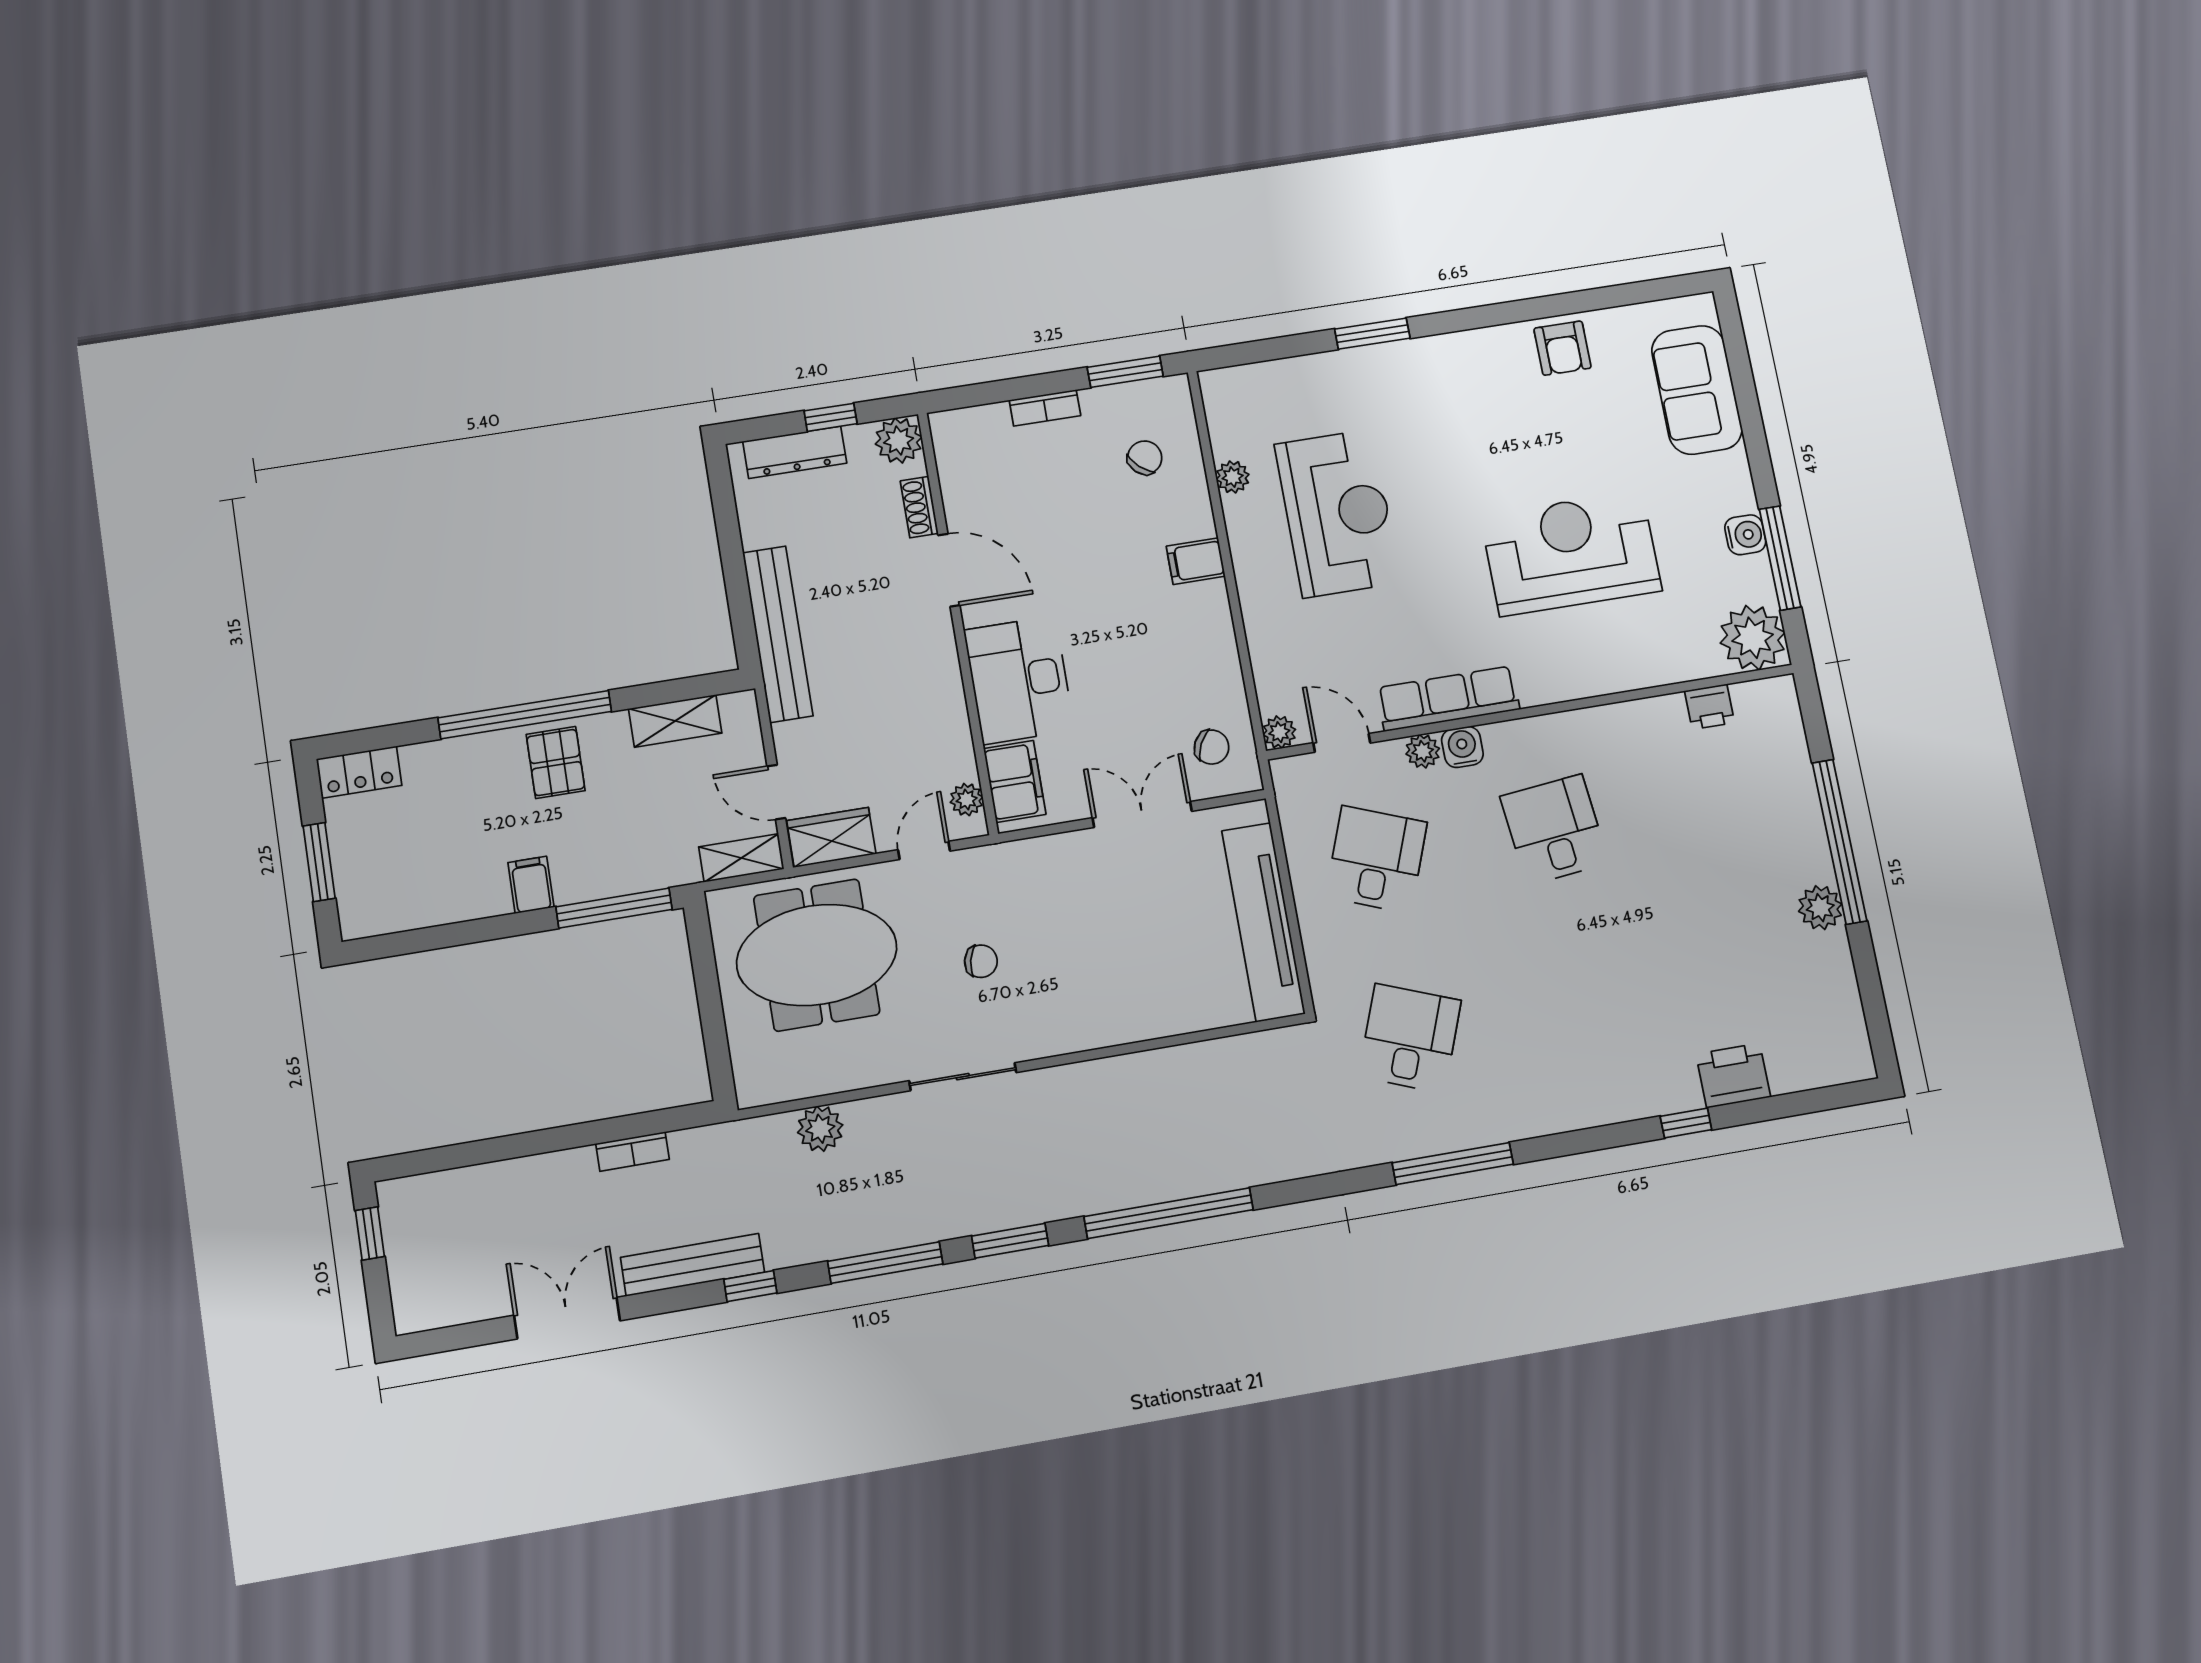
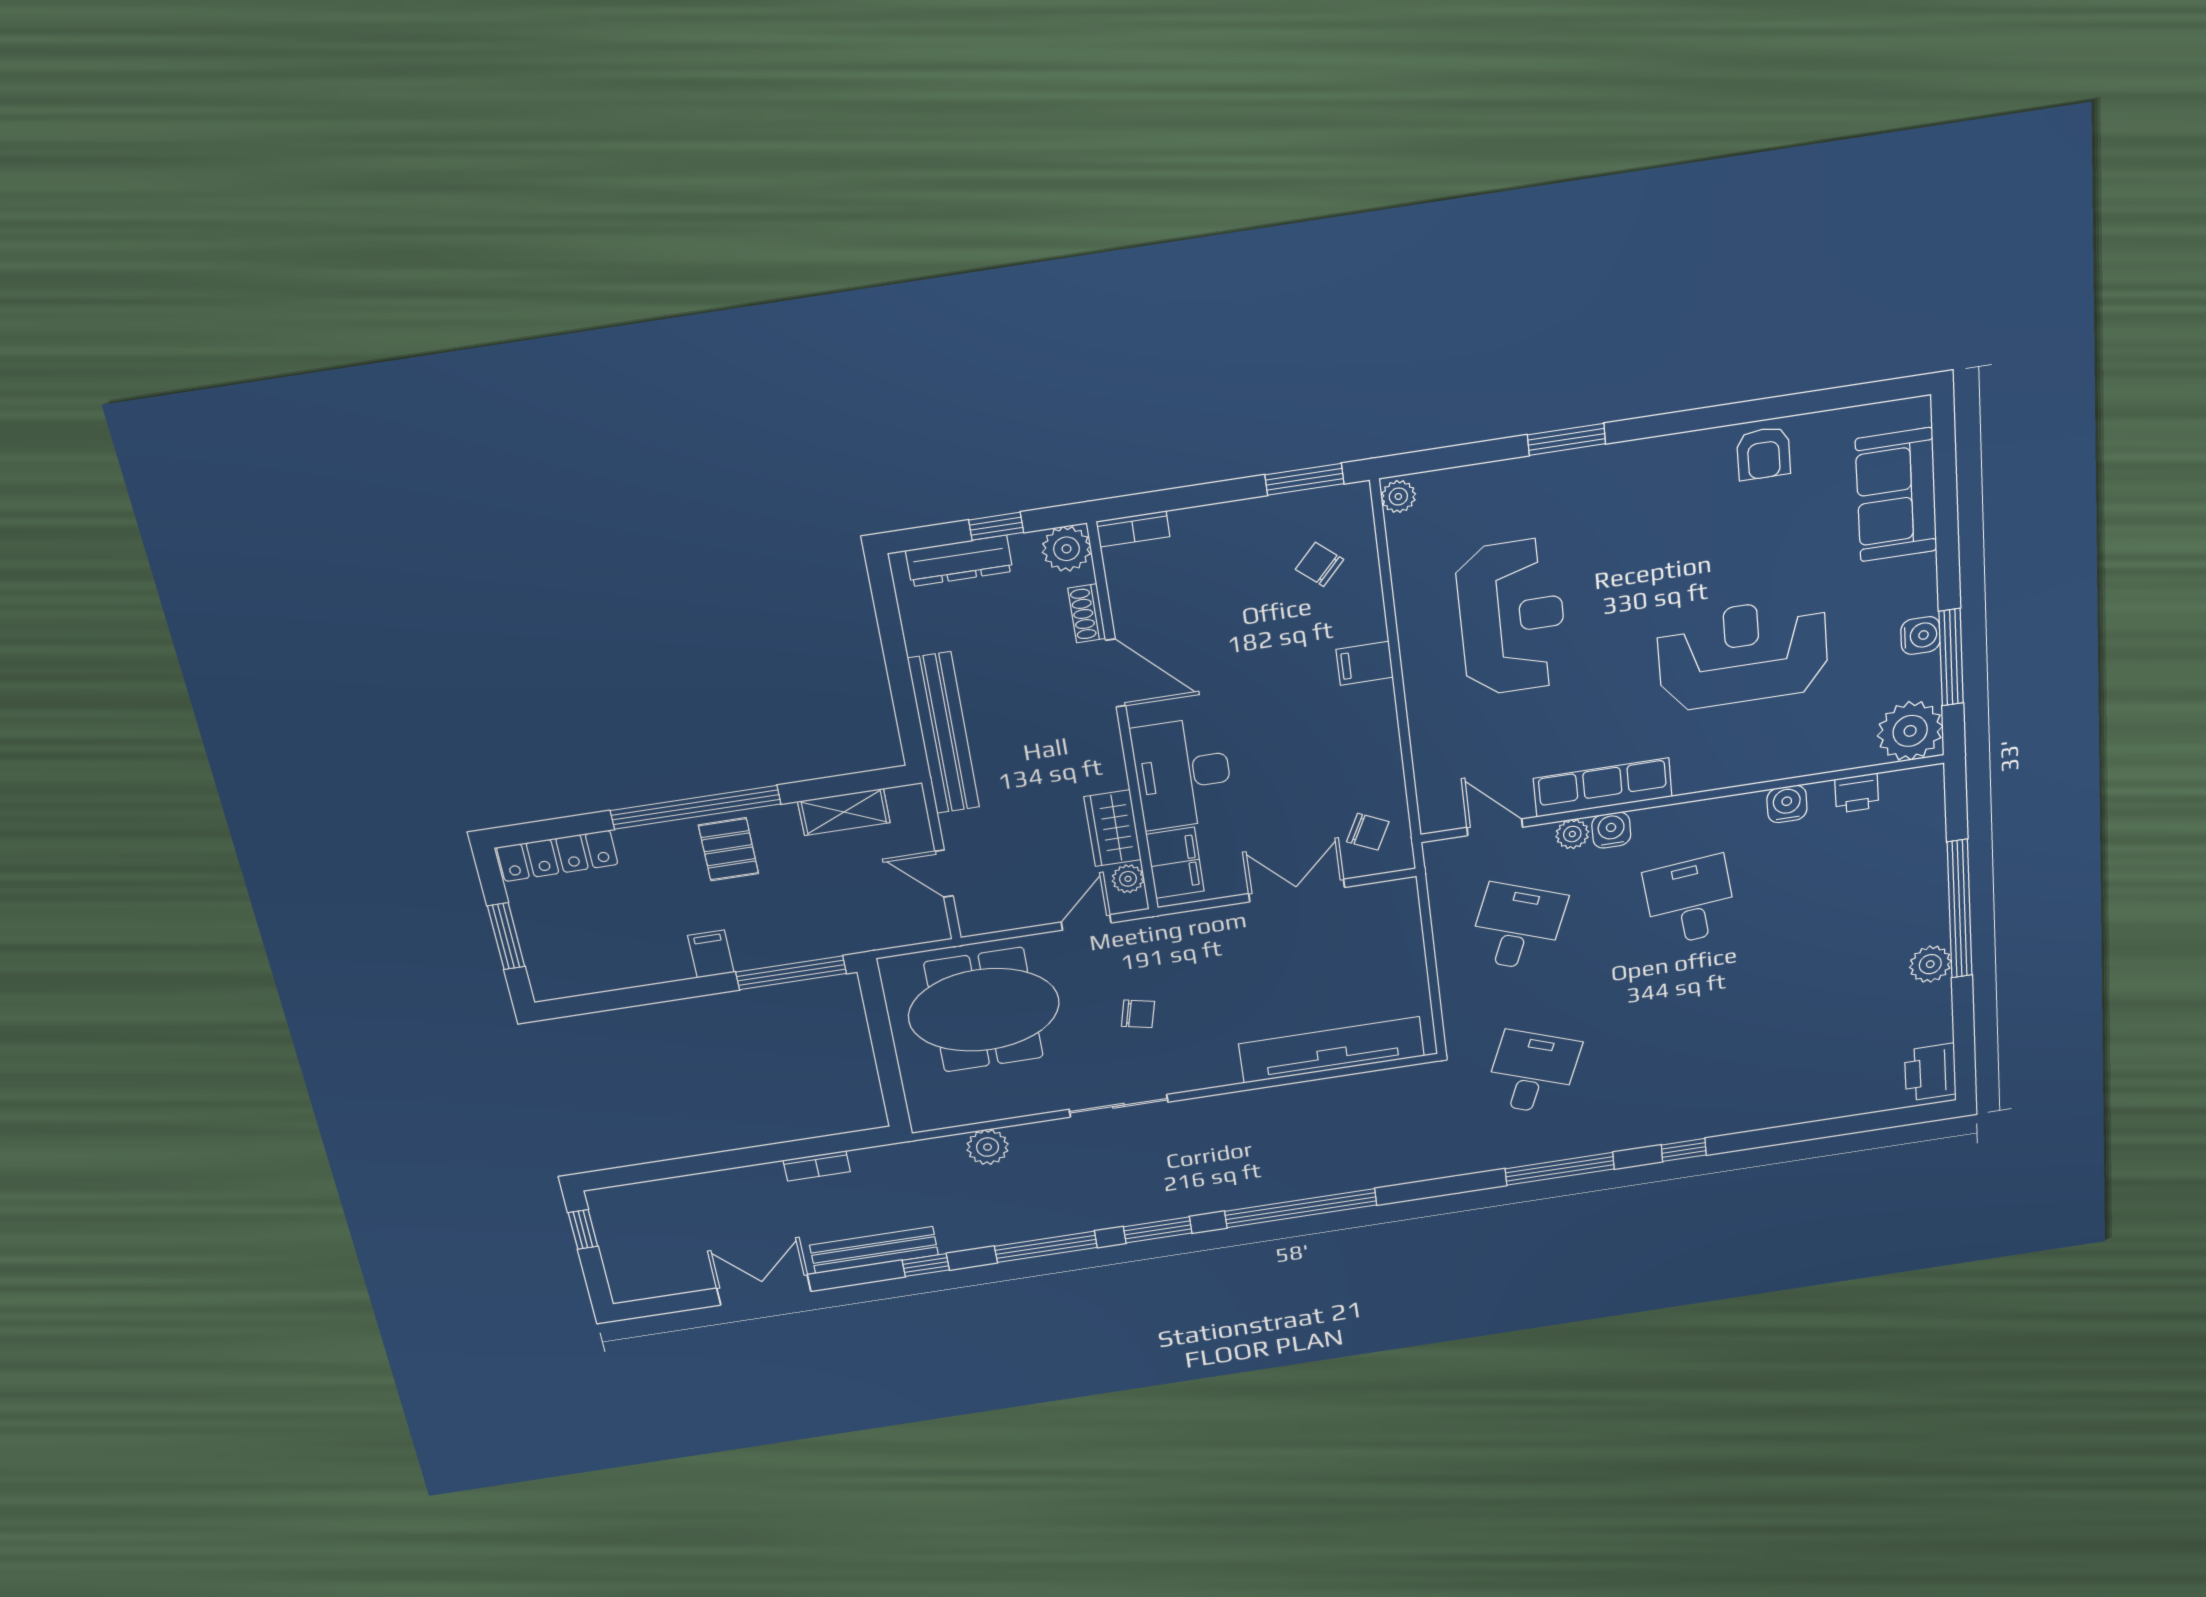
bookcase: (1045, 408) -> (1133, 529), moved
chair: (1145, 458) -> (1320, 564), turned -91
plant: (1233, 477) -> (1398, 496), moved
water cooler: (1640, 719) -> (1787, 804), added
plant: (1279, 732) -> (1435, 818), removed
locker: (359, 772) -> (557, 856), width x1.53
wardrobe: (831, 837) -> (1113, 828), moved, turned -90
shelving: (741, 858) -> (911, 930), removed
tv unit: (1263, 922) -> (1332, 1050), moved, turned 90
printer: (1733, 1076) -> (1930, 1072), moved, turned -90
window: (1686, 1123) -> (1684, 1150), moved

